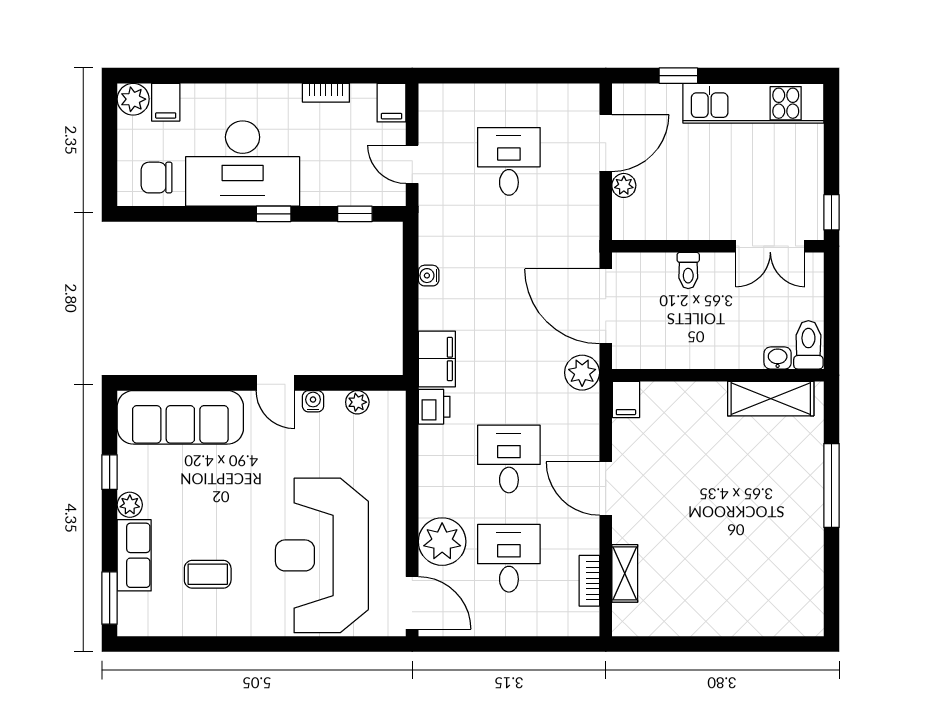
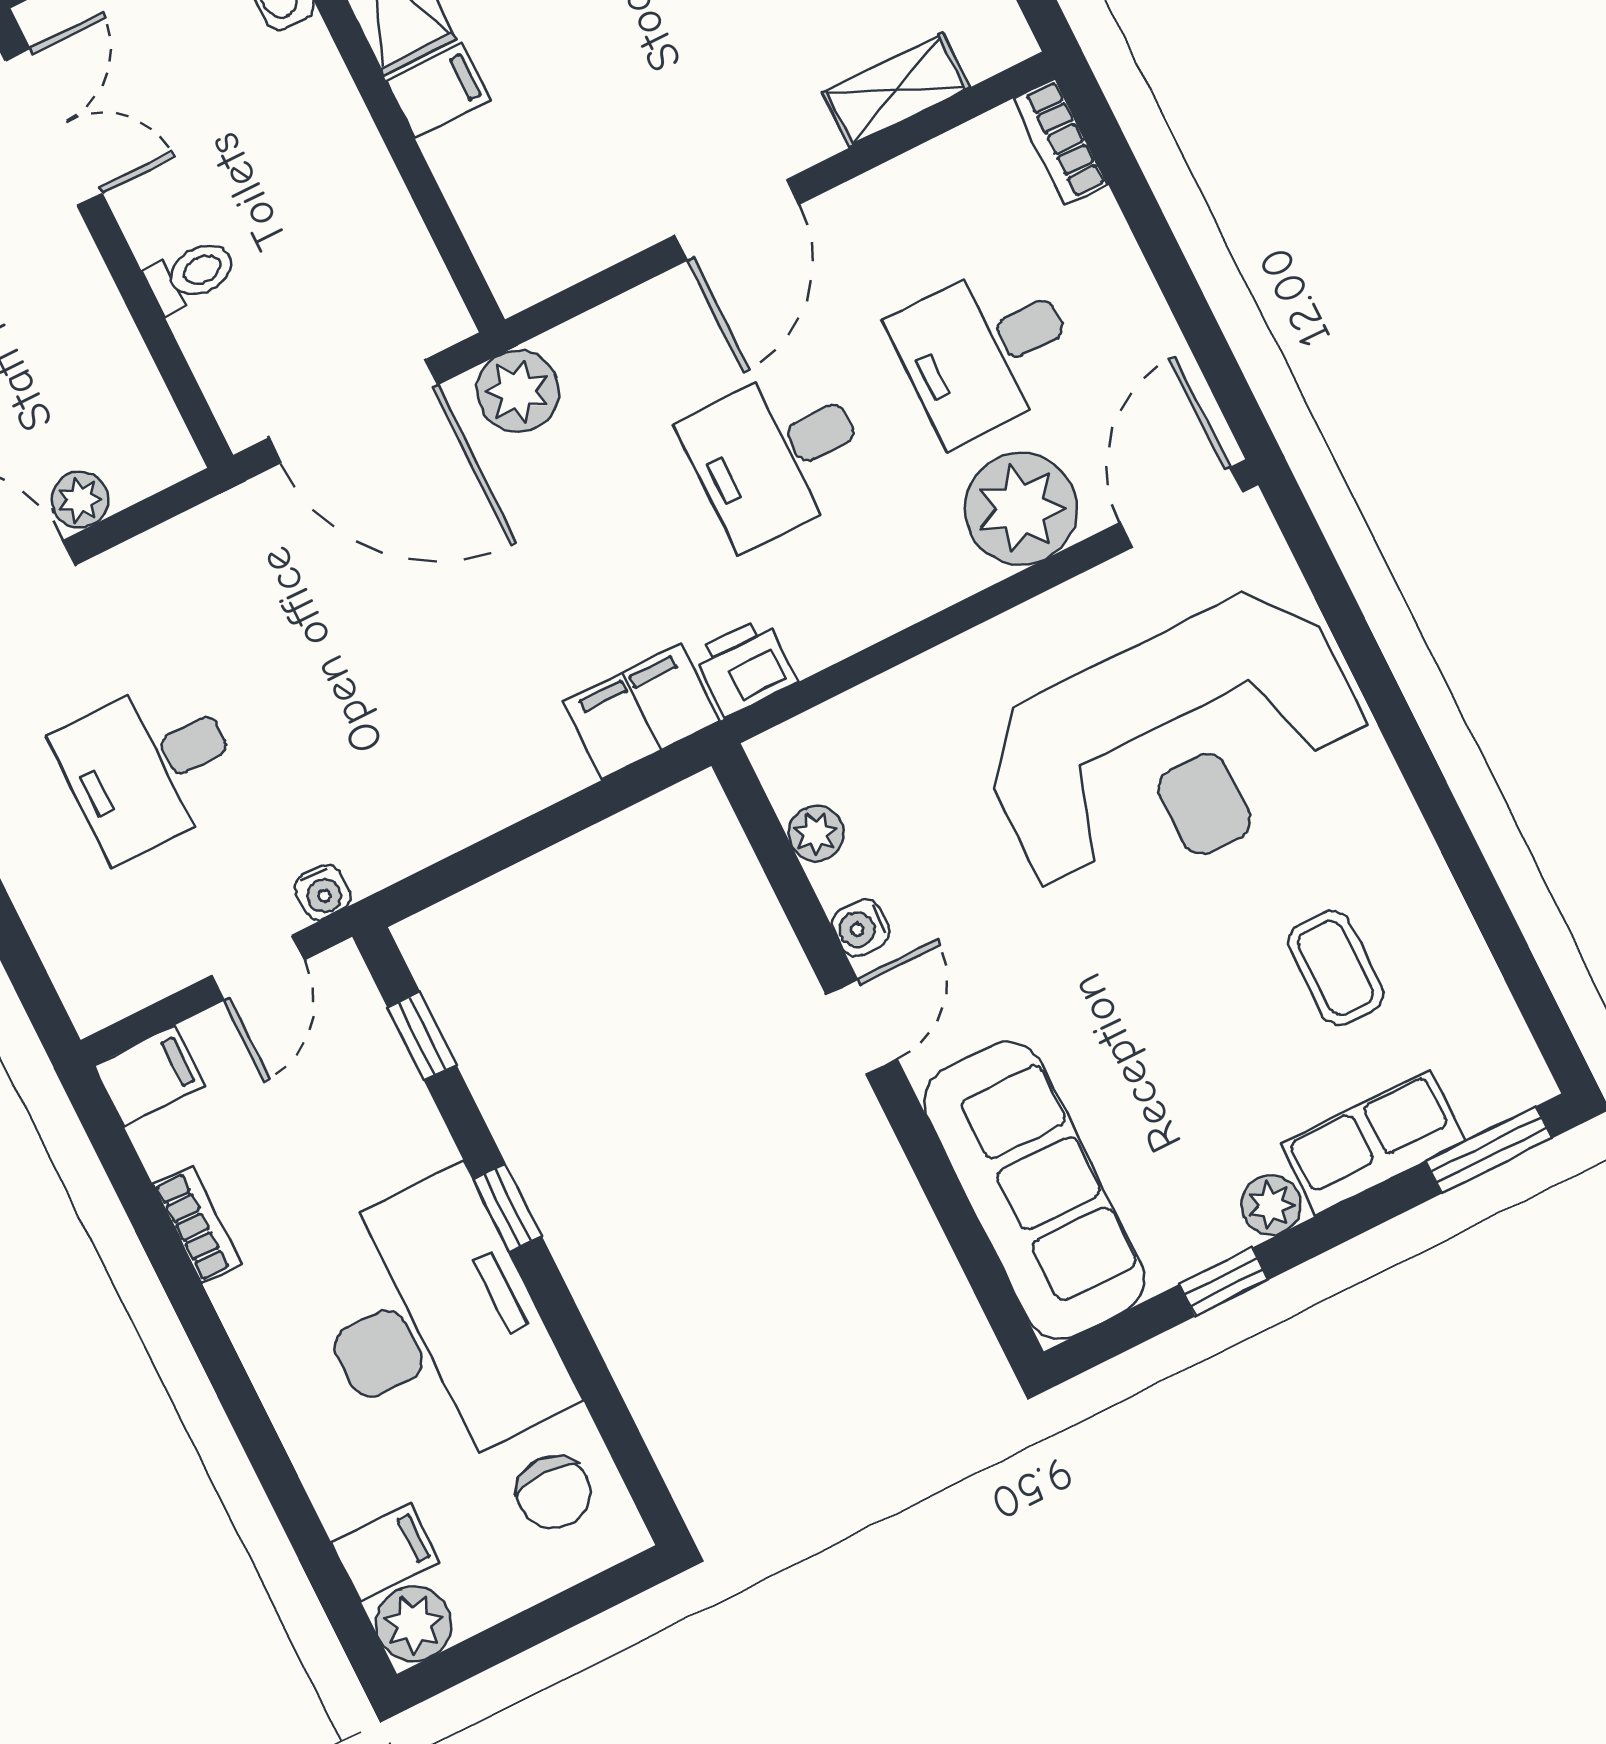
water cooler: (429, 276) -> (323, 892), moved
door: (606, 306) -> (353, 411), hinge flipped
filing cabinet: (626, 399) -> (438, 90), moved
bookcase: (589, 581) -> (1060, 142), moved, turned 90

